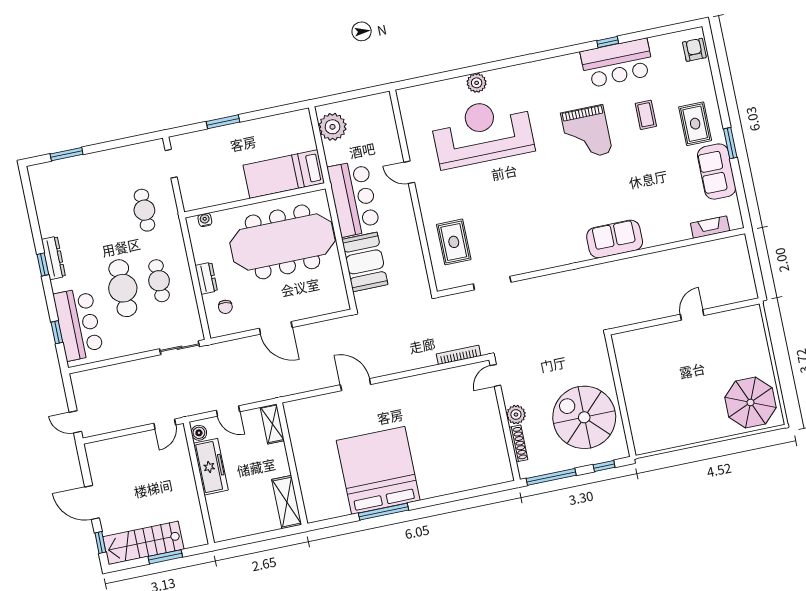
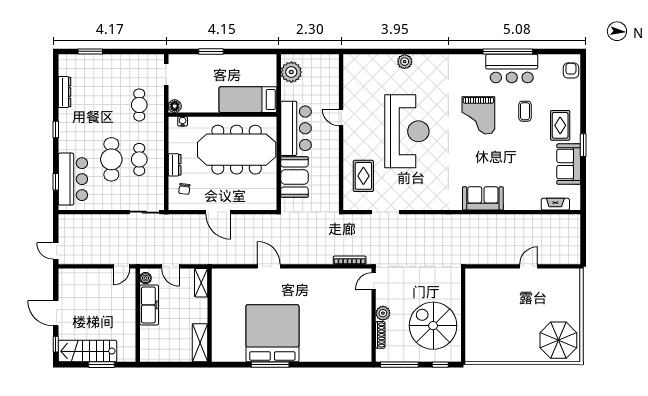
window: (608, 42) -> (508, 51), width x3.17
reception desk: (482, 132) -> (407, 131), moved, turned 90
floor lamp: (191, 202) -> (175, 106), added
dresser: (53, 258) -> (65, 92), moved

